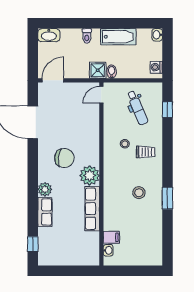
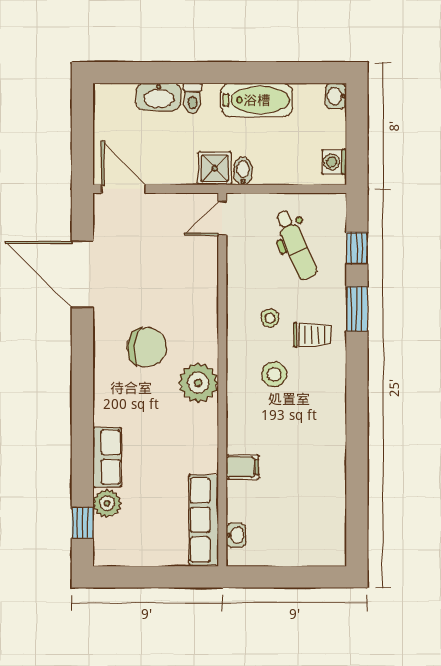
washbasin: (49, 35) -> (159, 97), moved
door: (53, 80) -> (123, 189), hinge flipped
plant: (45, 189) -> (107, 503), moved
stool: (139, 193) -> (274, 374), moved
window: (167, 198) -> (357, 309), moved
row of seats: (92, 209) -> (204, 520), moved
filing cabinet: (111, 237) -> (242, 467), moved

